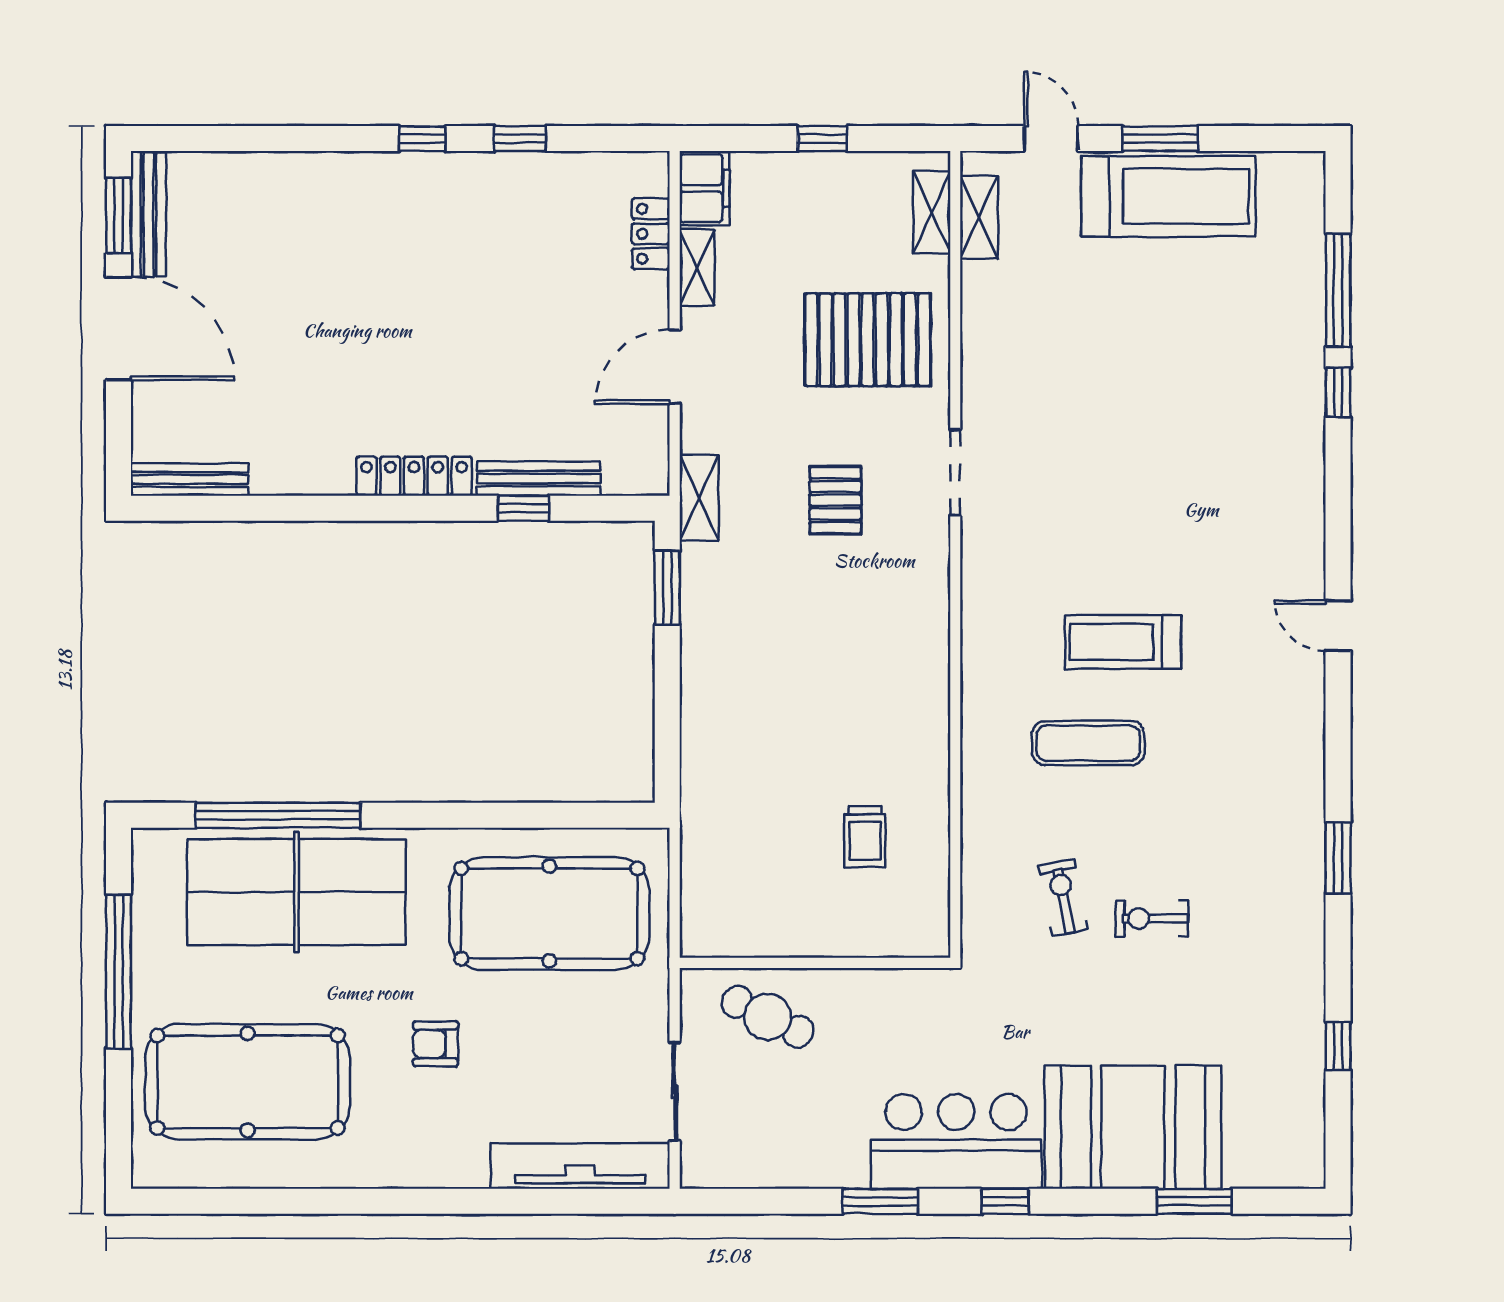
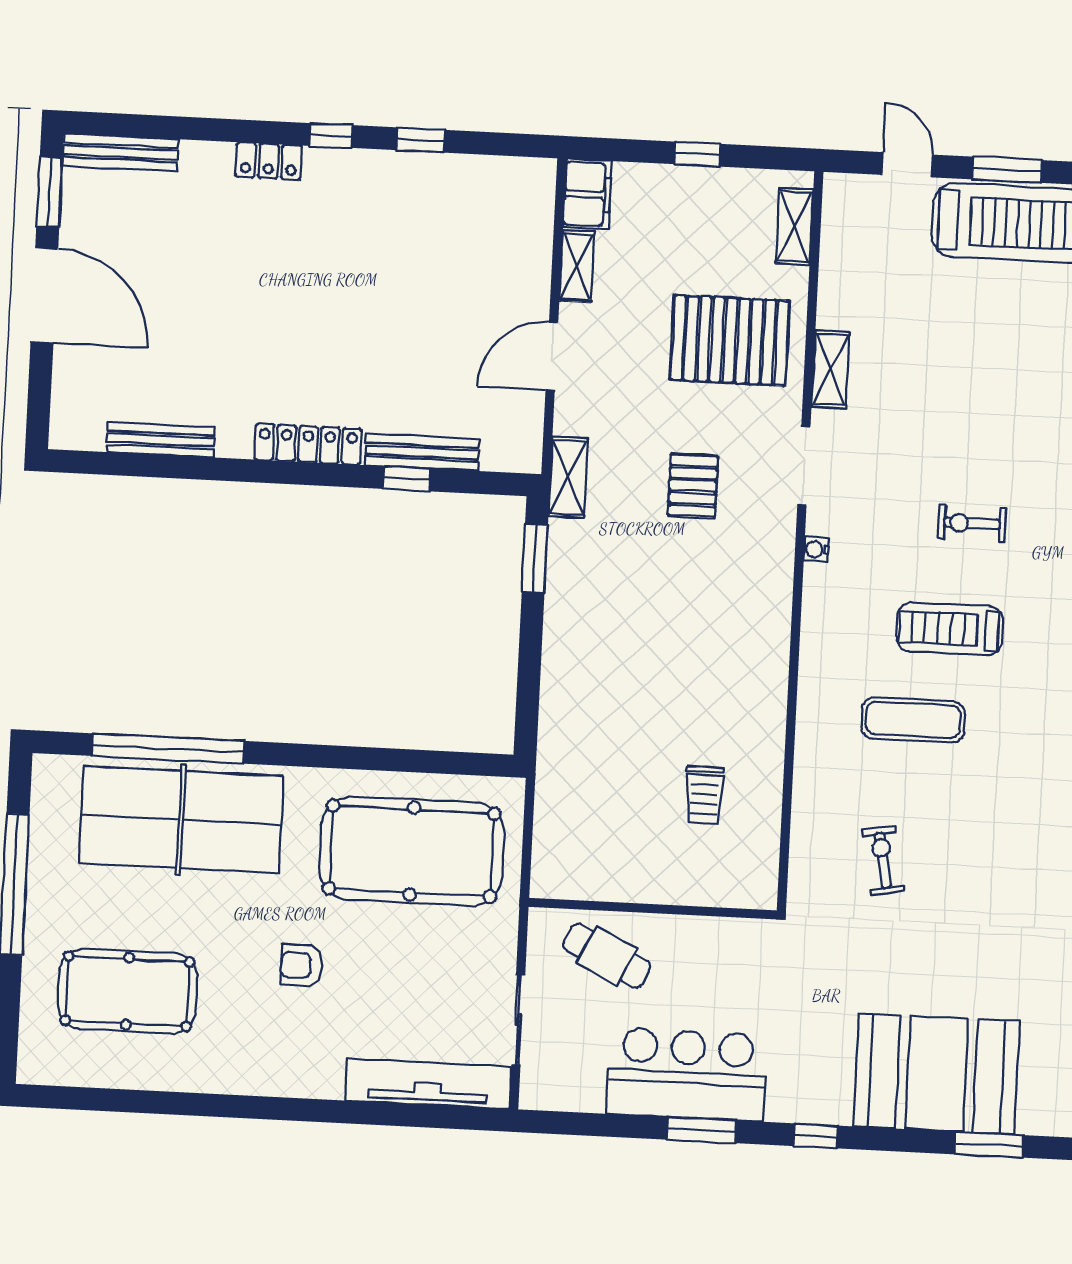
bench: (149, 214) -> (121, 152), moved, turned 90
shelving: (979, 217) -> (831, 369), moved
locker: (651, 234) -> (269, 161), moved, turned -90
bench: (190, 479) -> (161, 440), moved
water cooler: (973, 562) -> (816, 549), added
exercise bike: (1152, 919) -> (972, 523), moved
pool table: (248, 1082) -> (127, 991), width x0.73, depth x0.76
bar counter: (956, 1141) -> (687, 1074), moved

